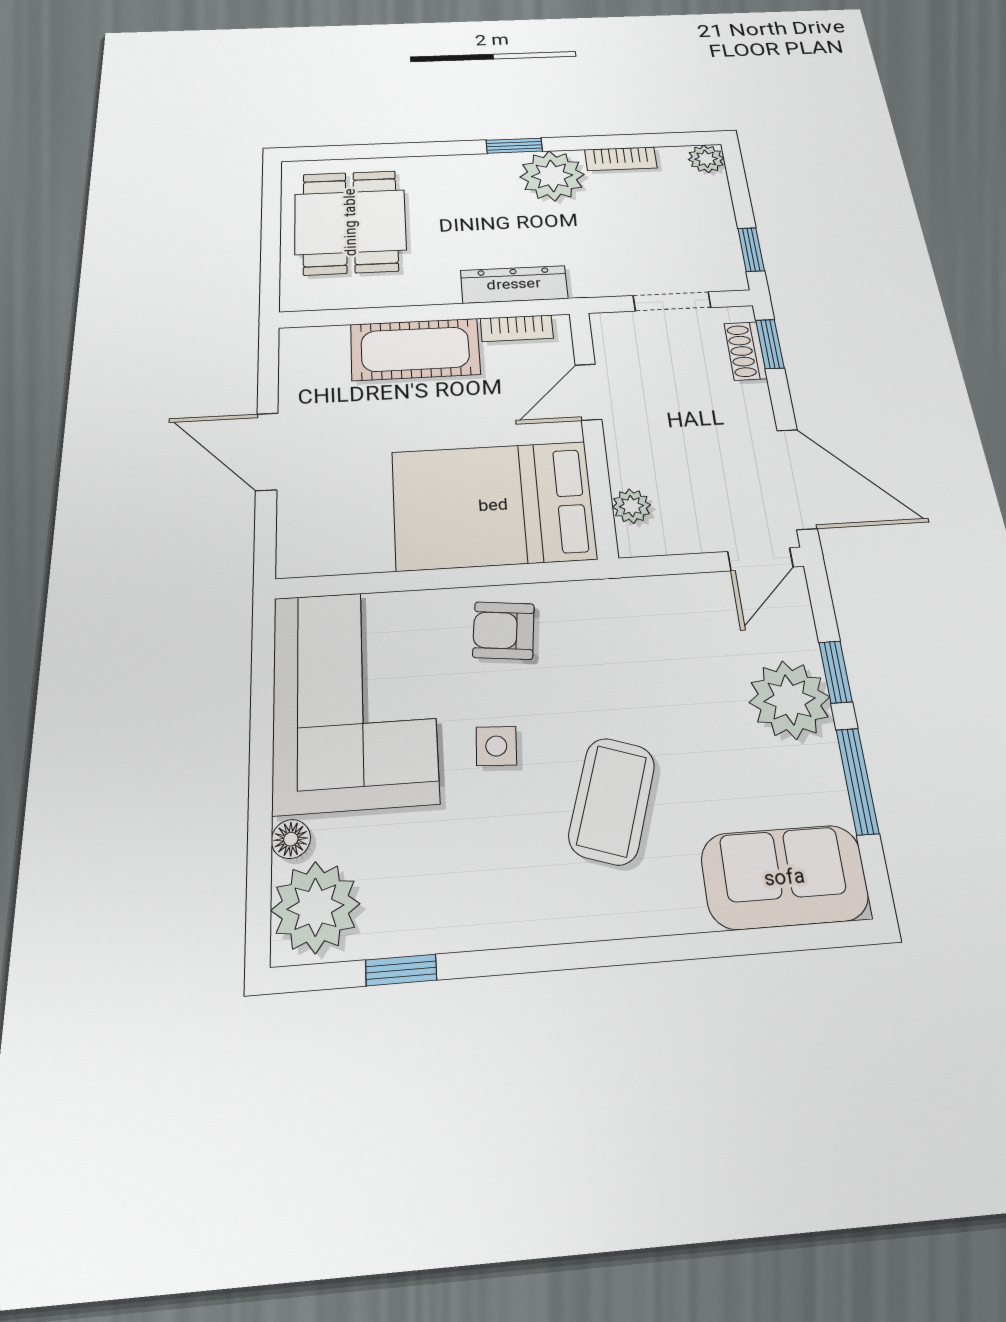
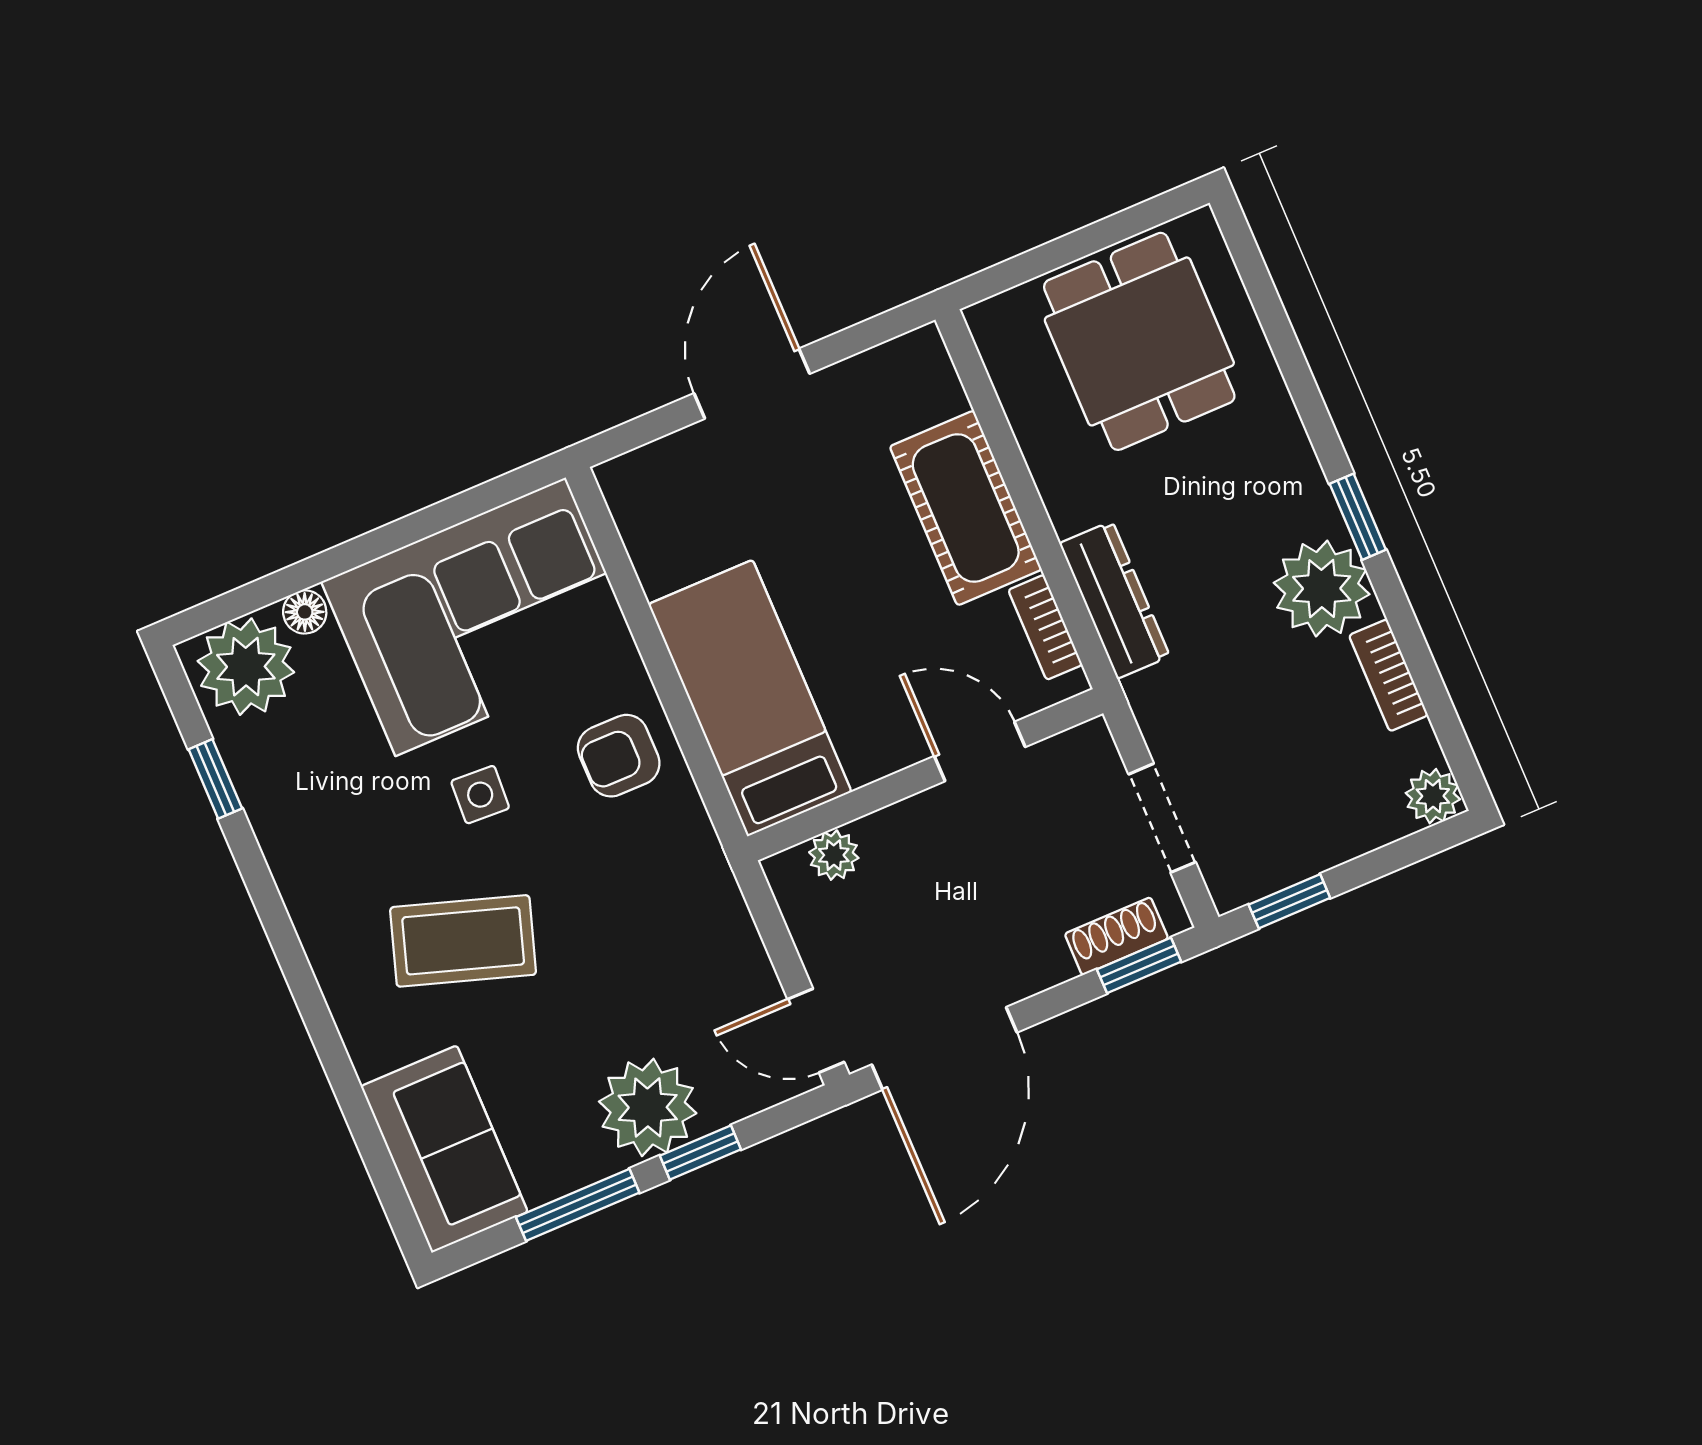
dining table: (350, 222) -> (1139, 341), turned 90
bed: (493, 505) -> (750, 698), width x0.67
armchair: (504, 630) -> (619, 756), turned -96

